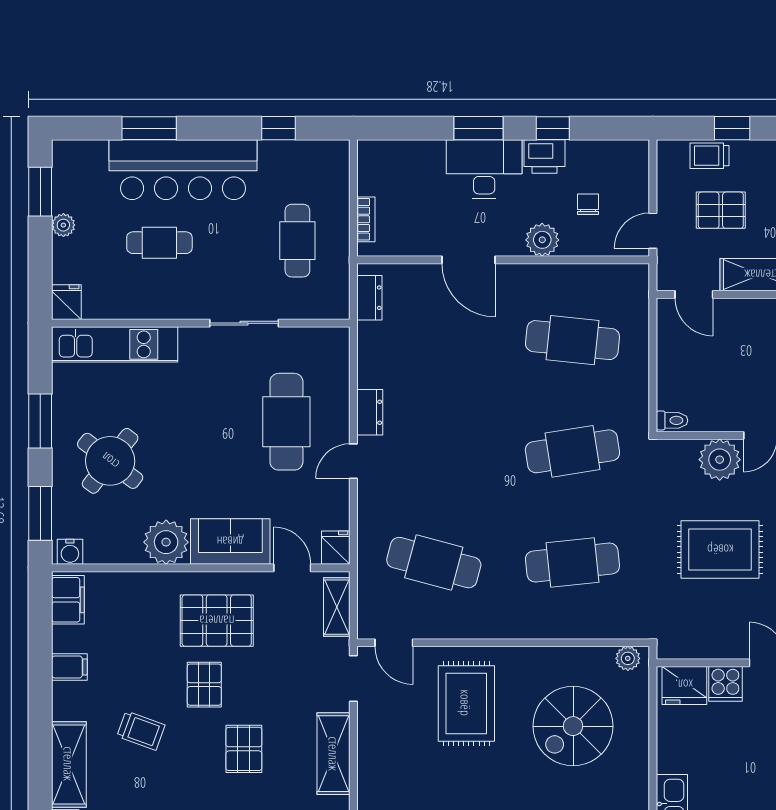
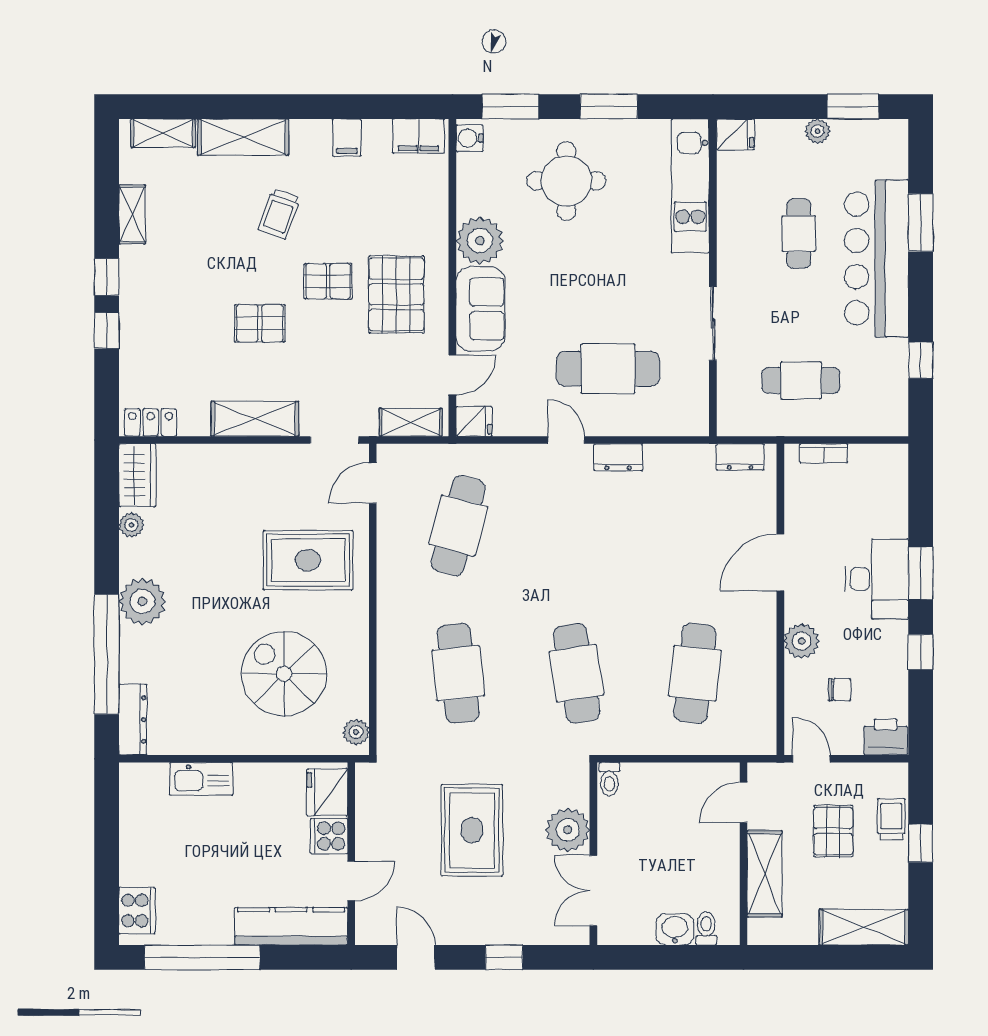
printer: (544, 156) -> (886, 737), moved, turned 90
round table: (110, 461) -> (566, 181), turned -38

